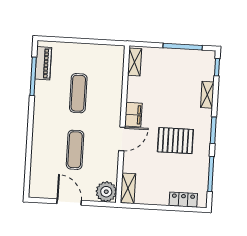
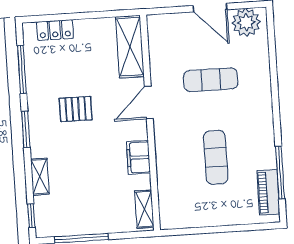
filing cabinet: (133, 115) -> (138, 157), moved
pallet: (175, 141) -> (76, 109), width x0.67, depth x0.71
exercise mat: (75, 150) -> (211, 80), turned 90
shelving: (128, 188) -> (130, 47), width x1.50, depth x1.33
plant: (106, 192) -> (246, 22), moved

